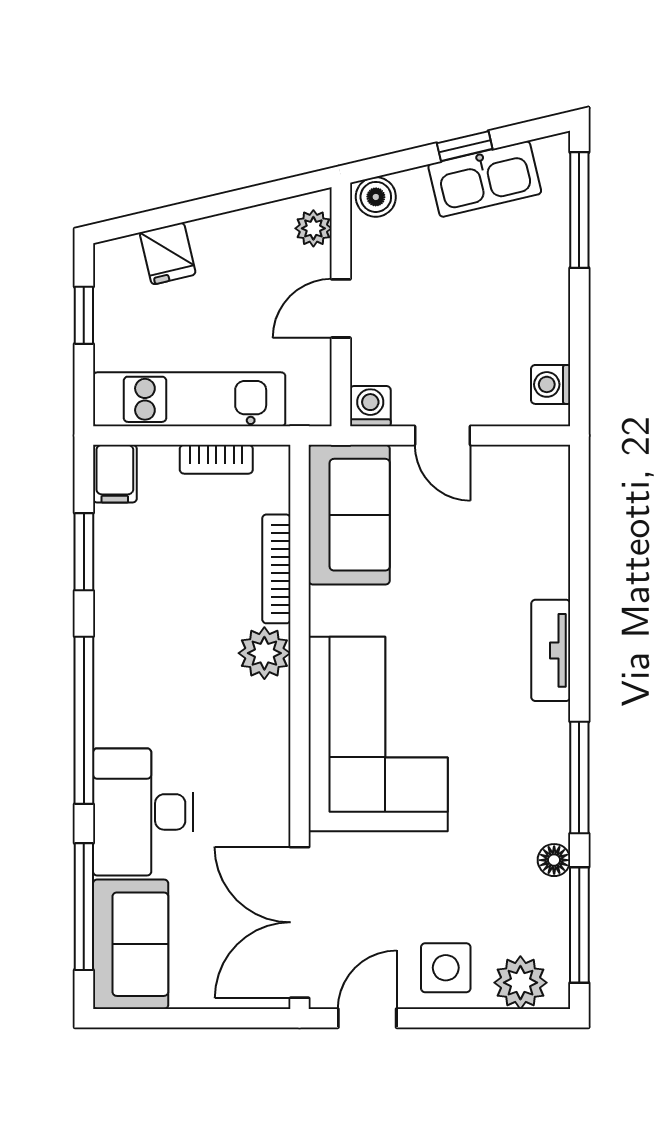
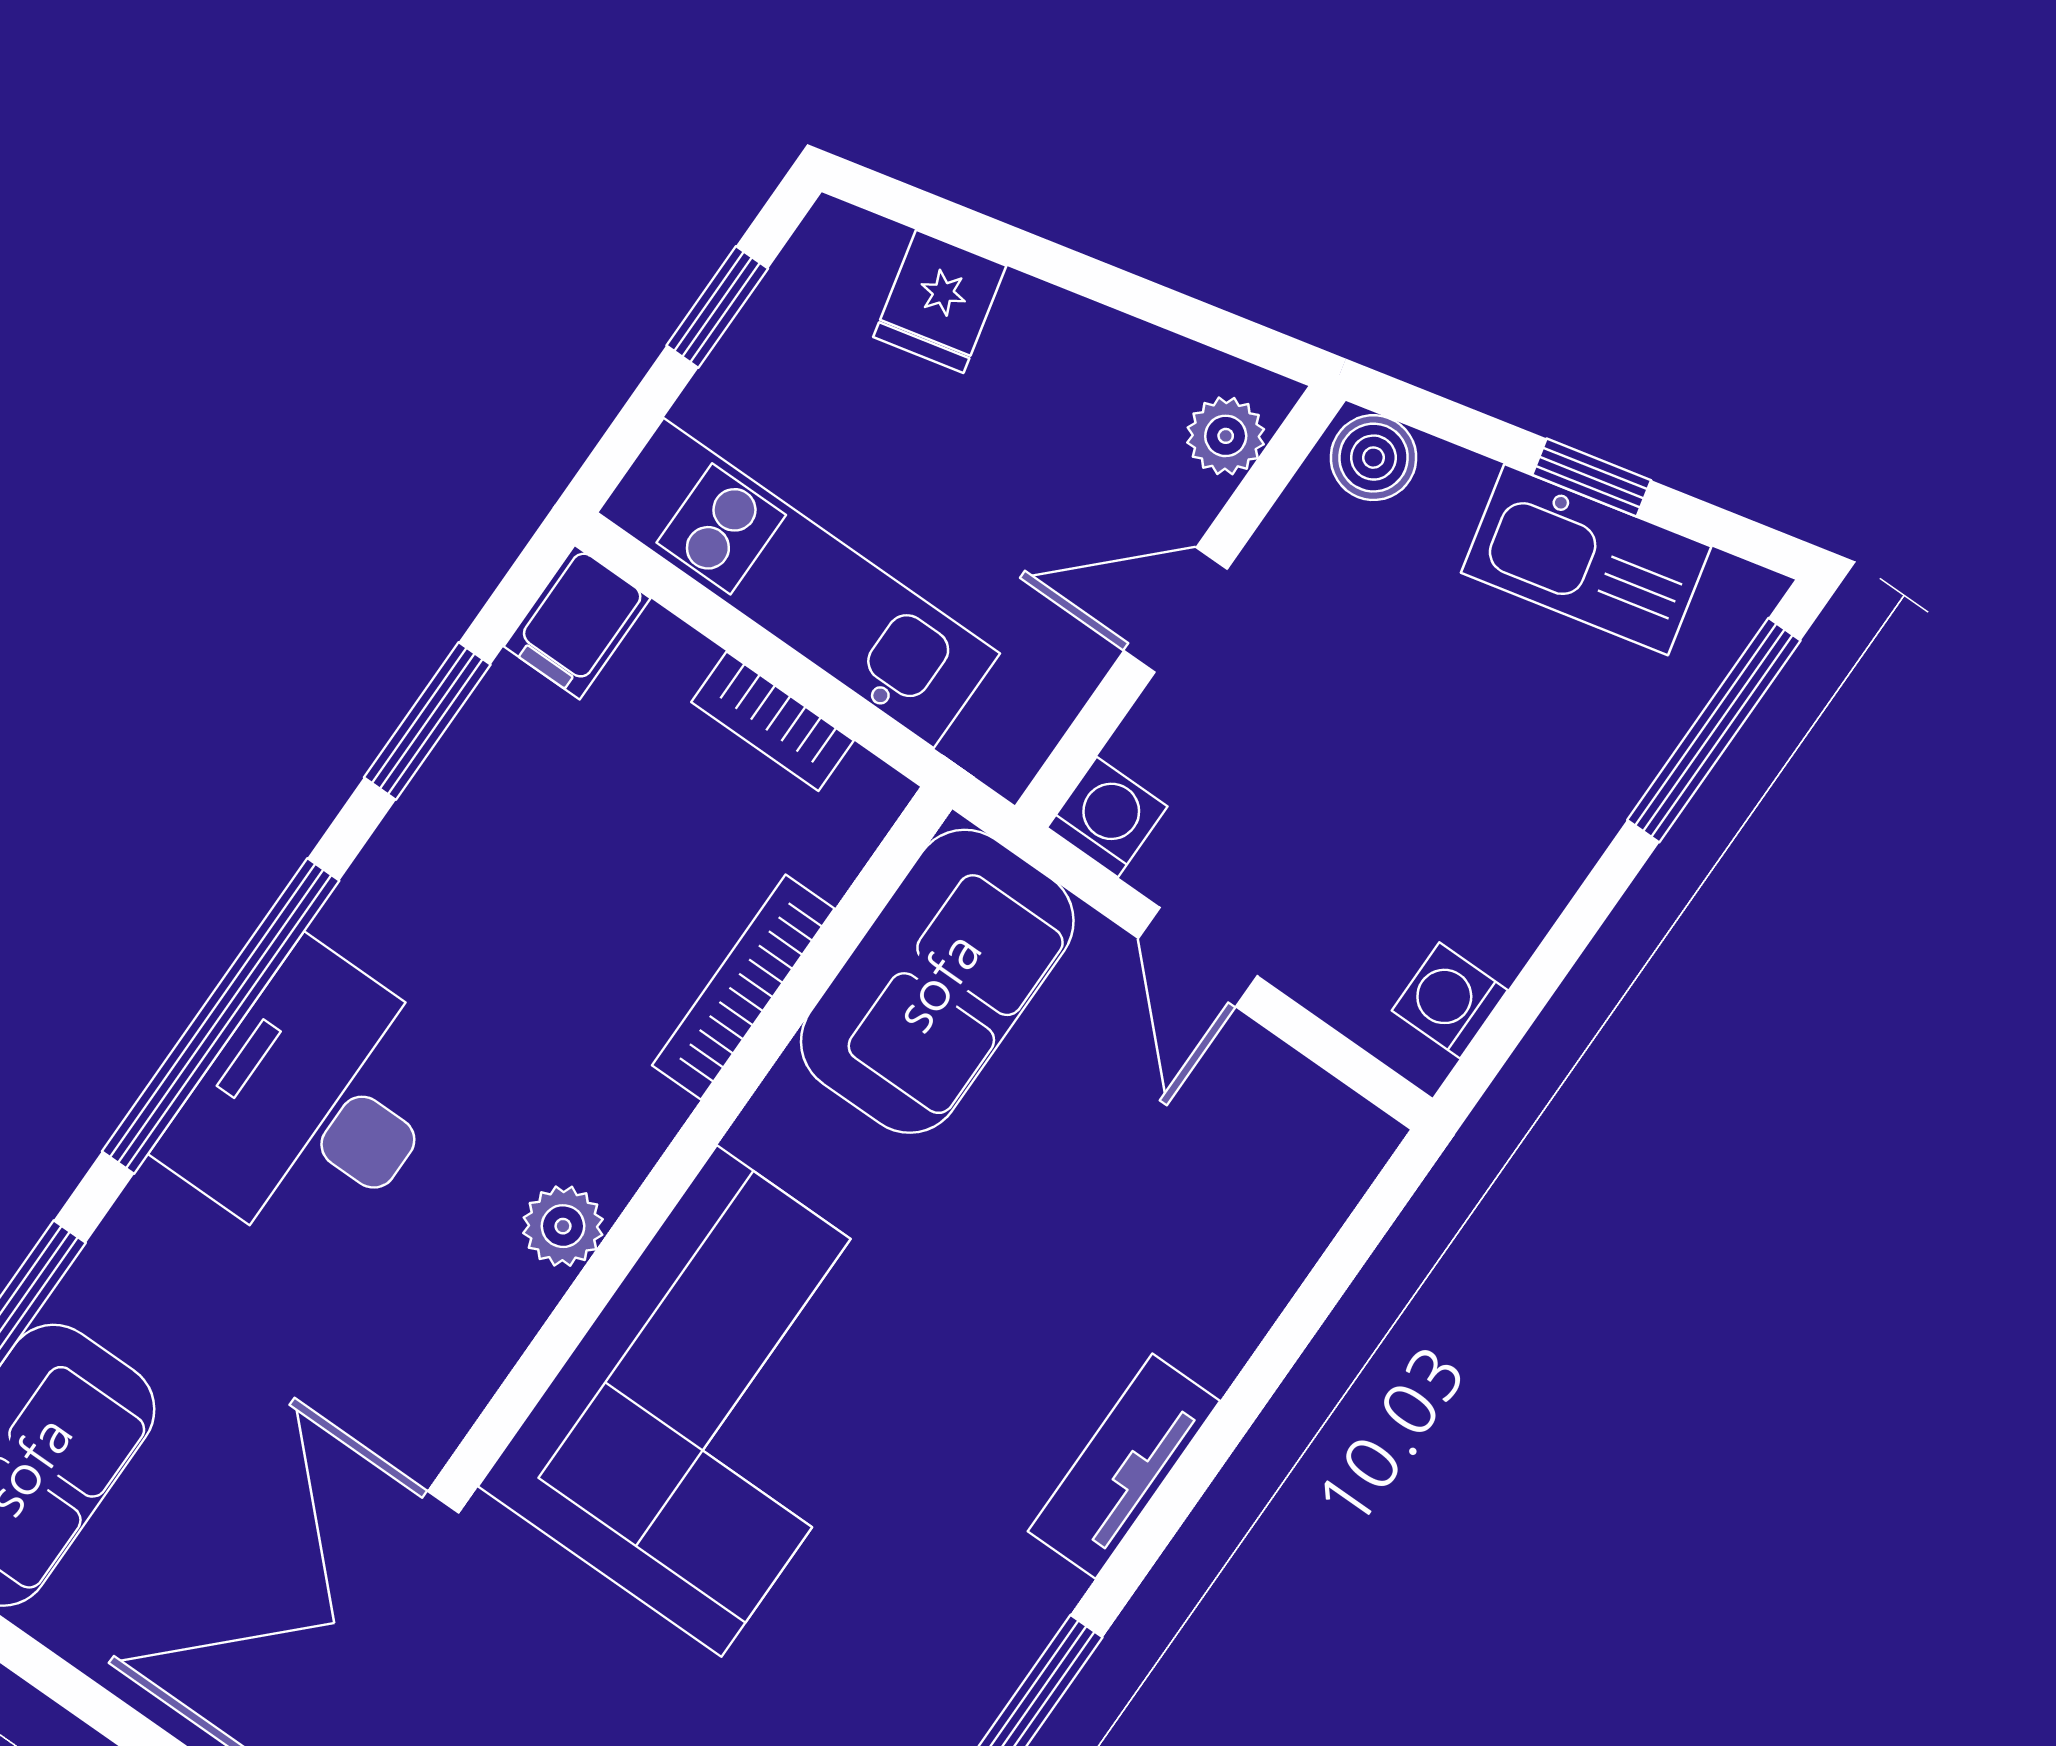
plant: (264, 653) -> (563, 1226), moved, width x0.73, depth x0.73
desk: (143, 812) -> (314, 1104), moved

